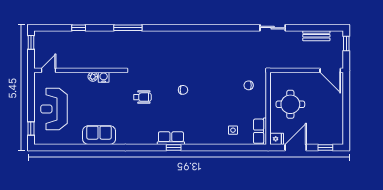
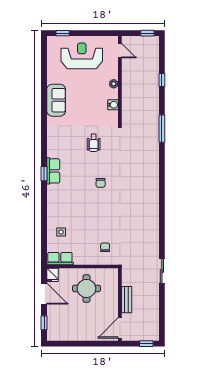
bench: (316, 36) -> (127, 300), moved
plant: (93, 77) -> (114, 84), moved

